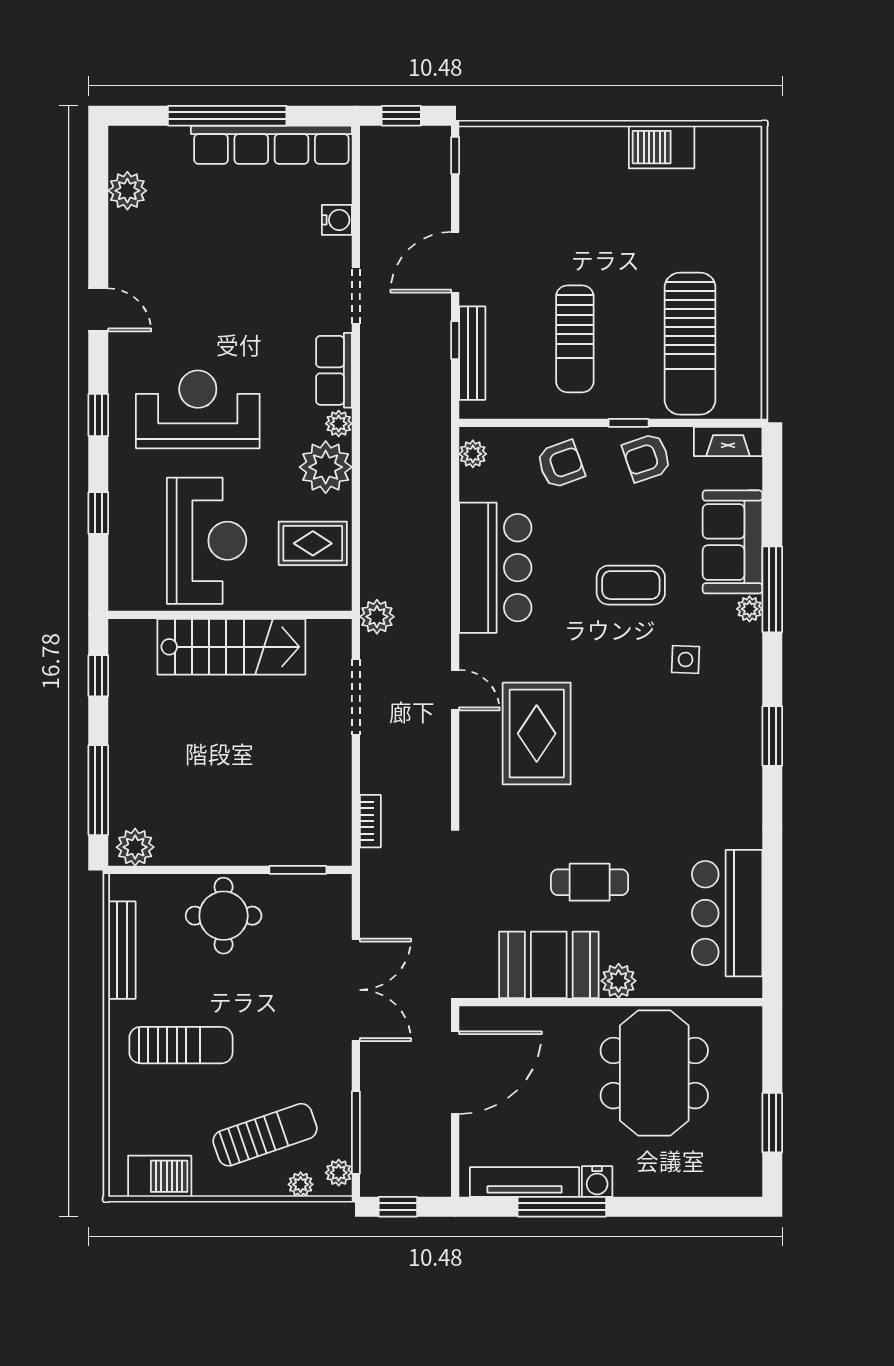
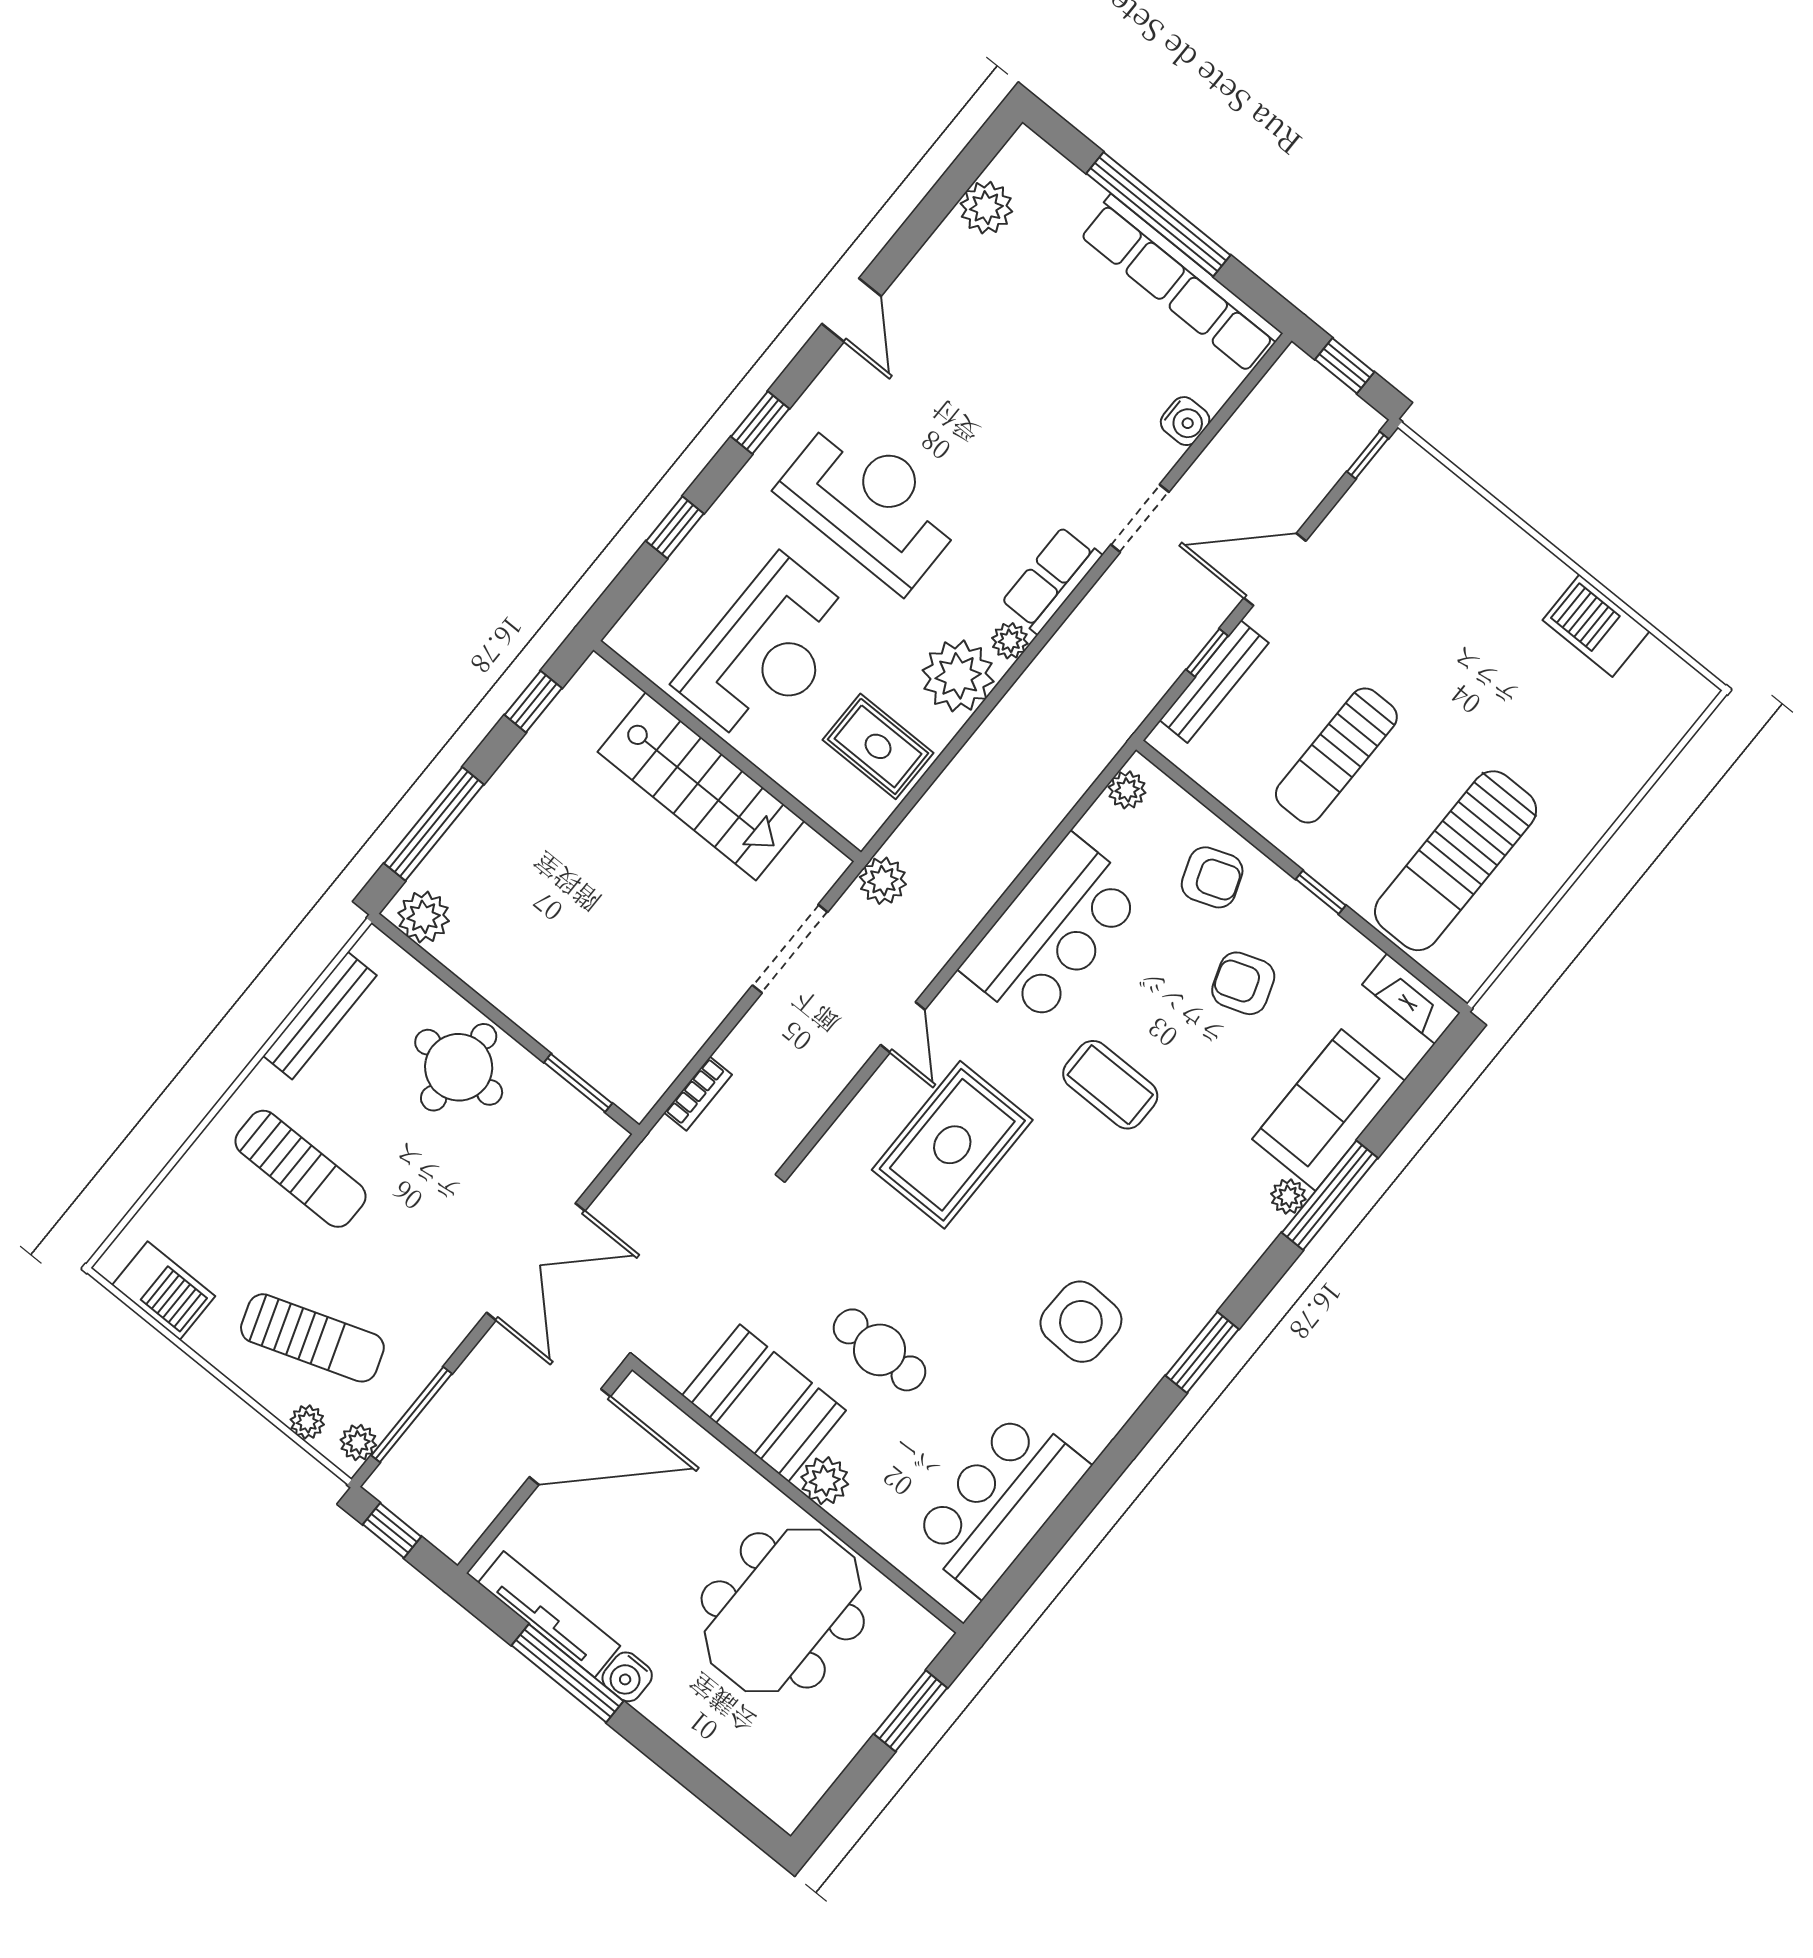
armchair: (647, 458) -> (1243, 983), moved
coffee table: (631, 585) -> (1110, 1085), moved
side table: (685, 660) -> (1081, 1322), moved, width x1.87, depth x1.87
window: (772, 1123) -> (911, 1711), moved

